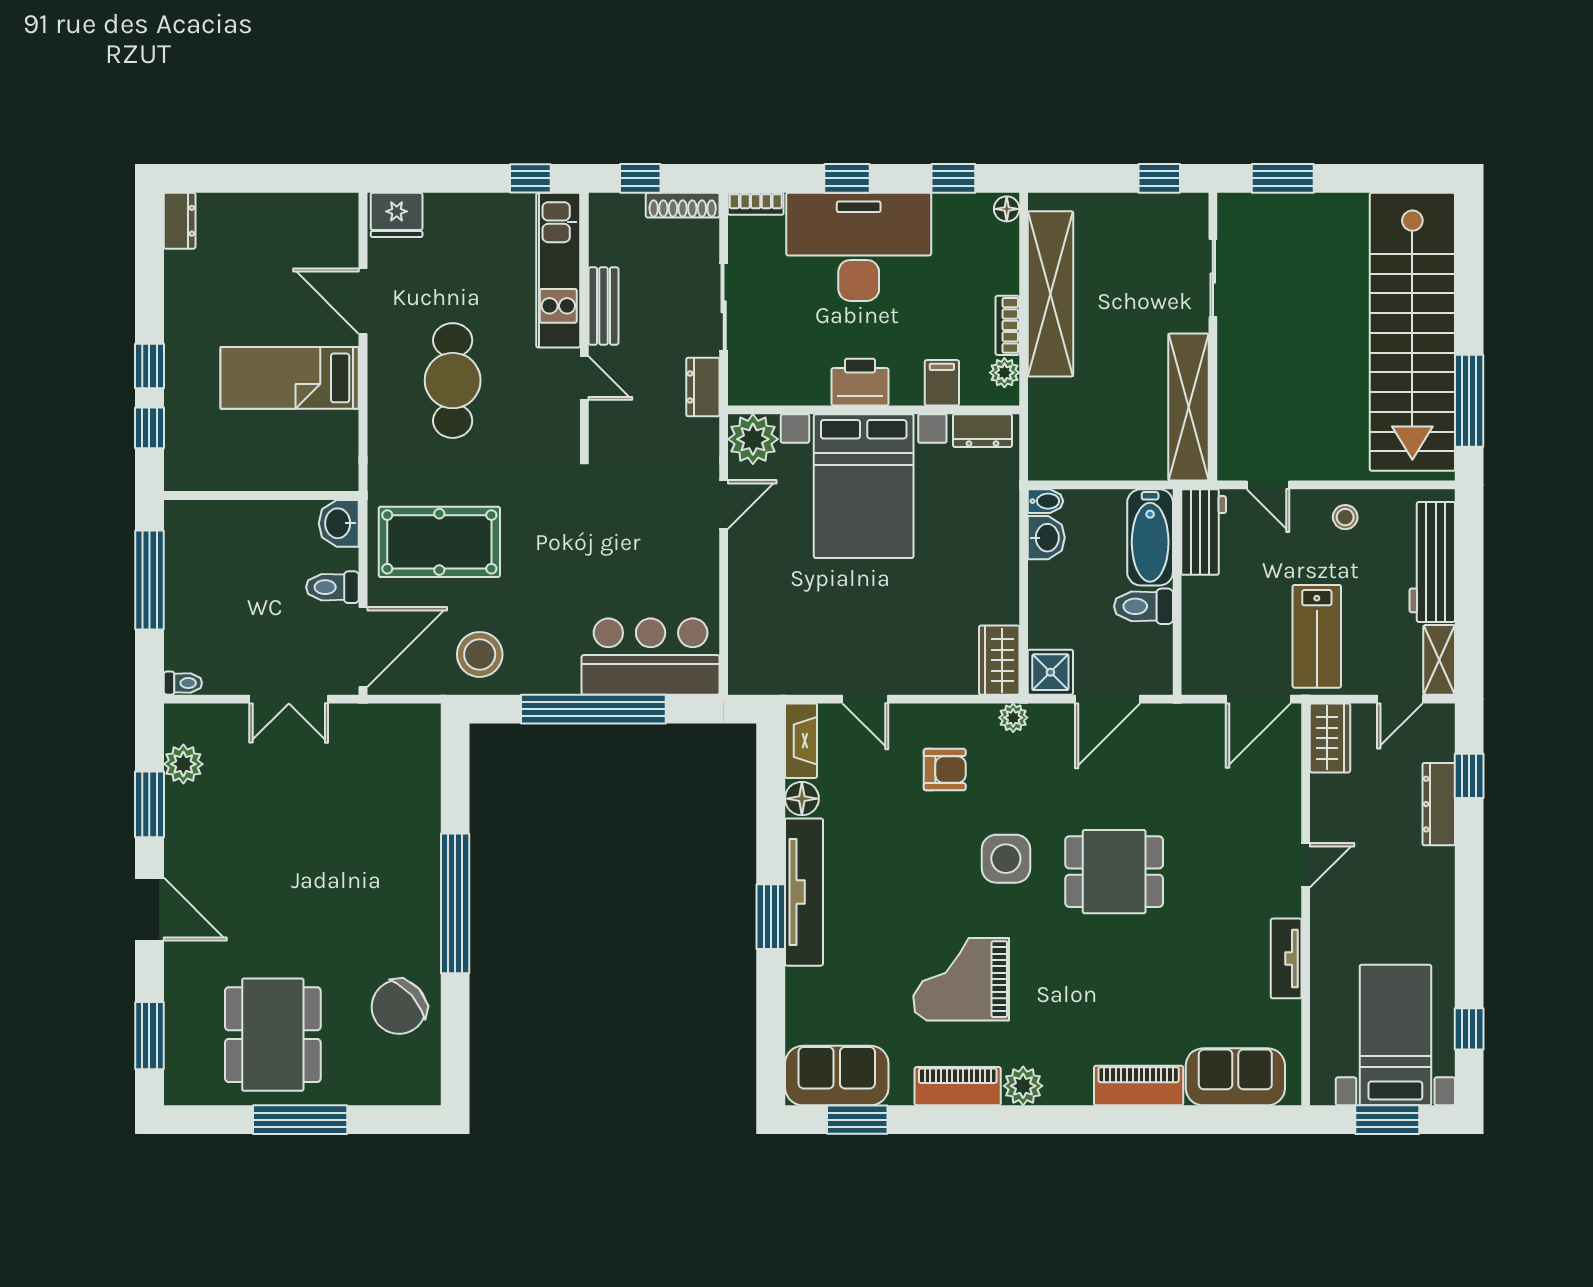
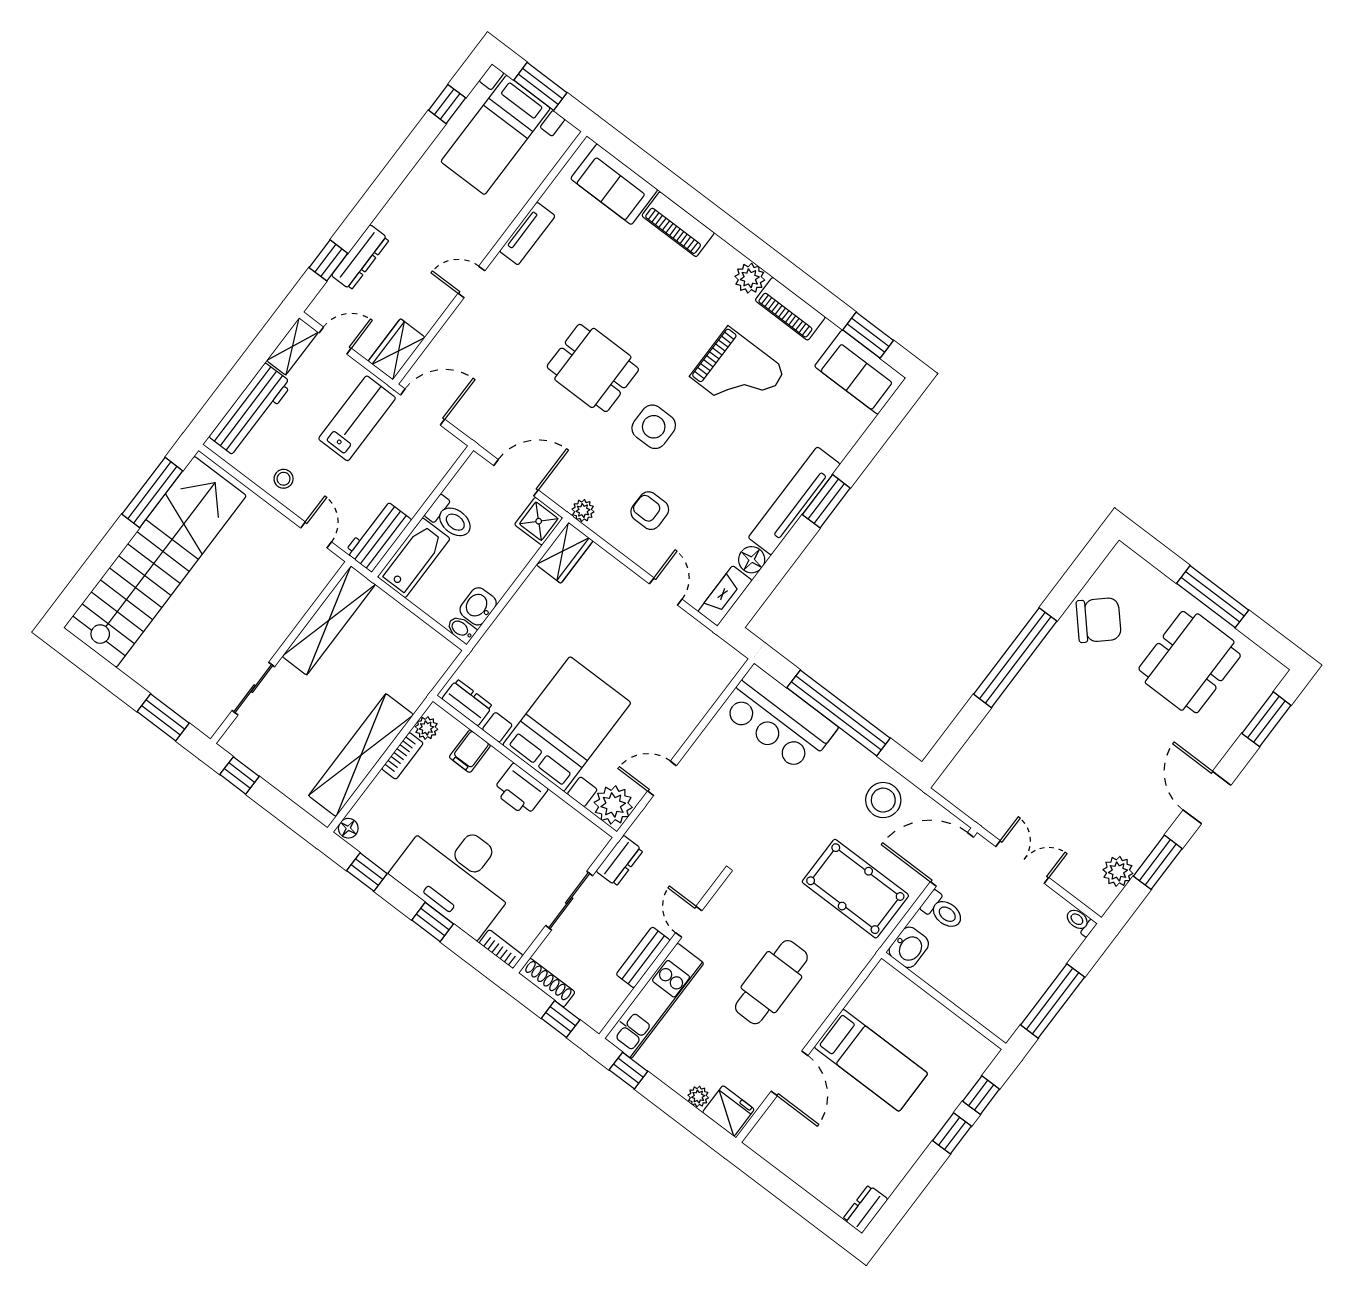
plant: (439, 206) -> (698, 1096), added

